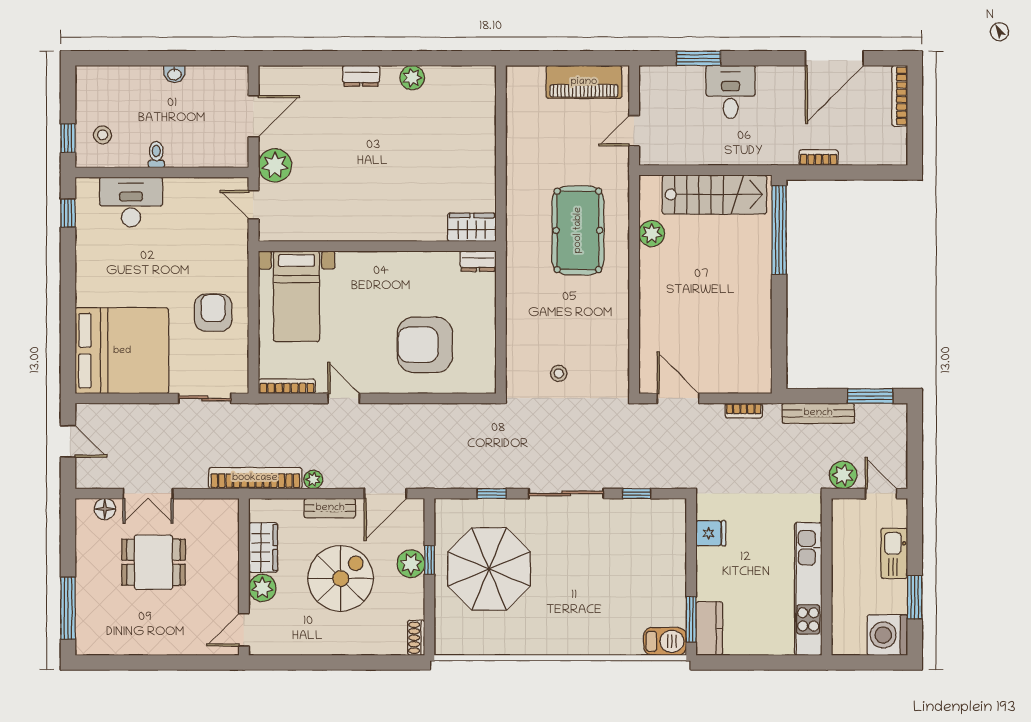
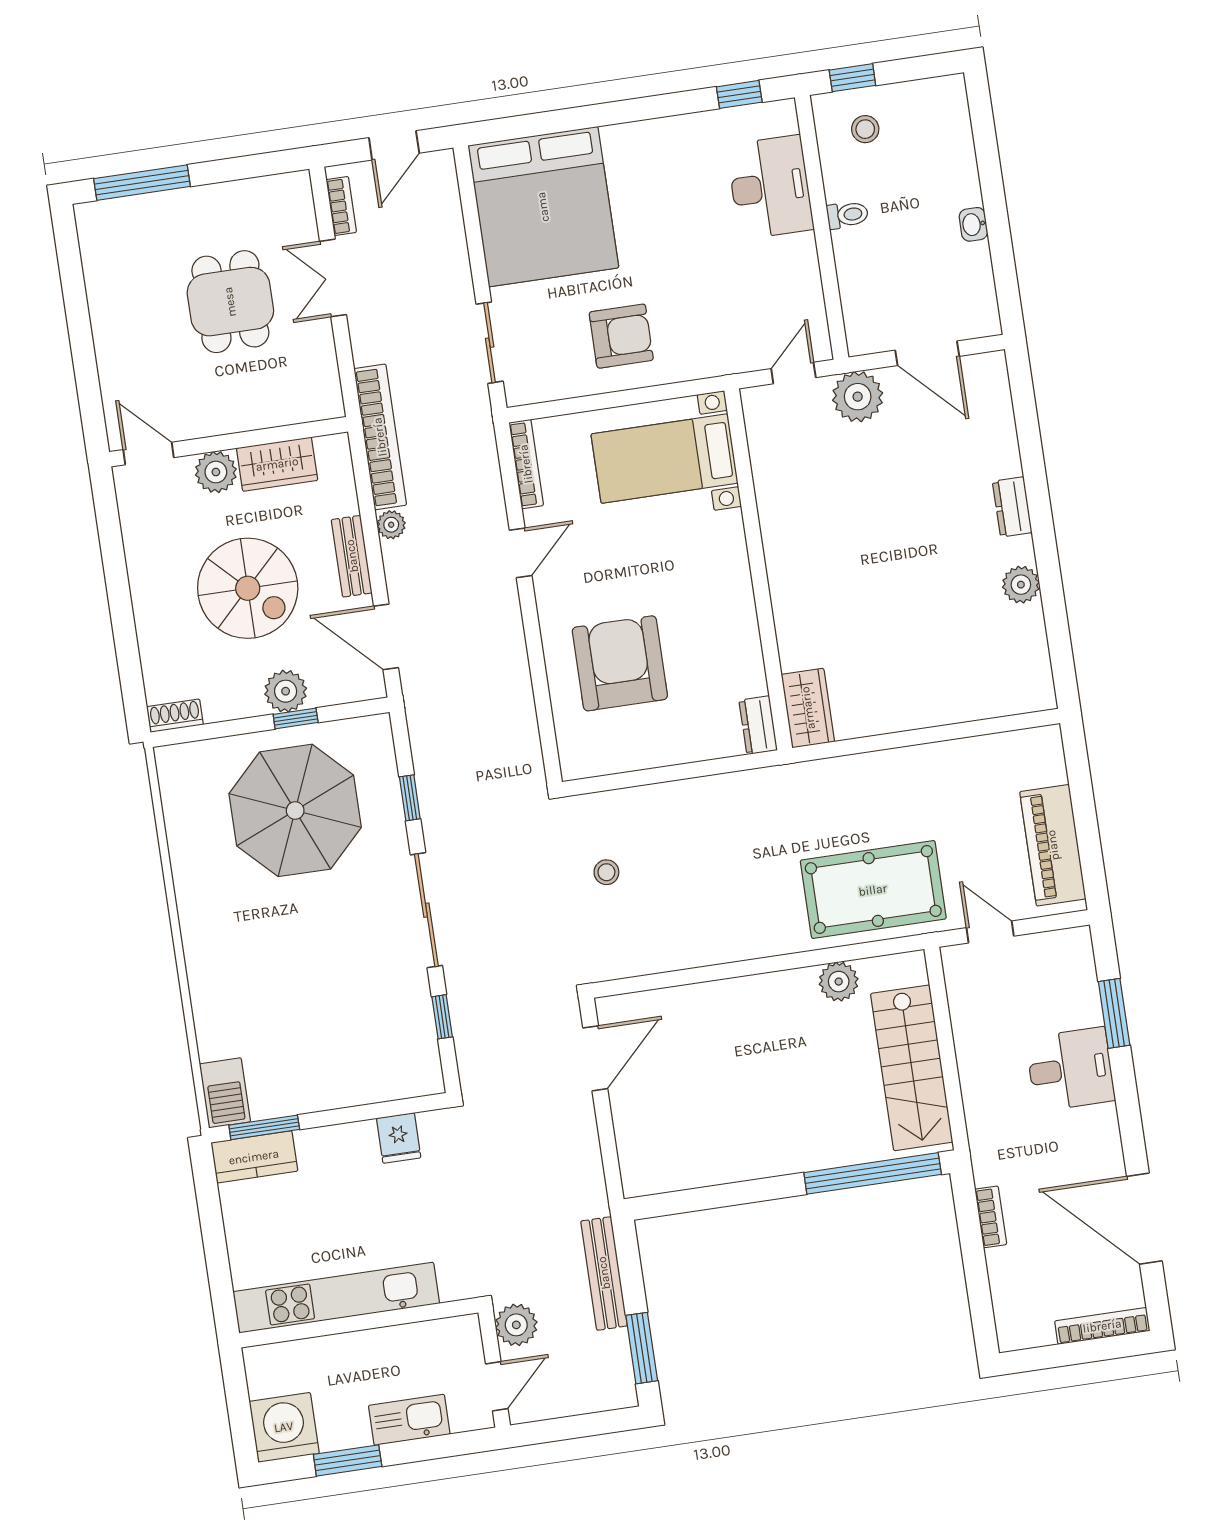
pool table: (578, 230) -> (873, 890), moved
bookcase: (744, 411) -> (341, 206), moved, turned 180
floor lamp: (105, 509) -> (300, 216), removed

